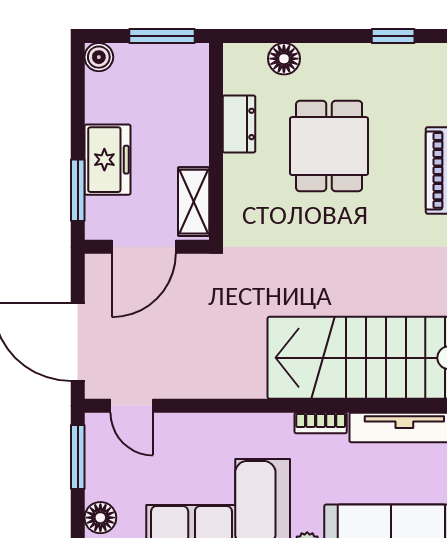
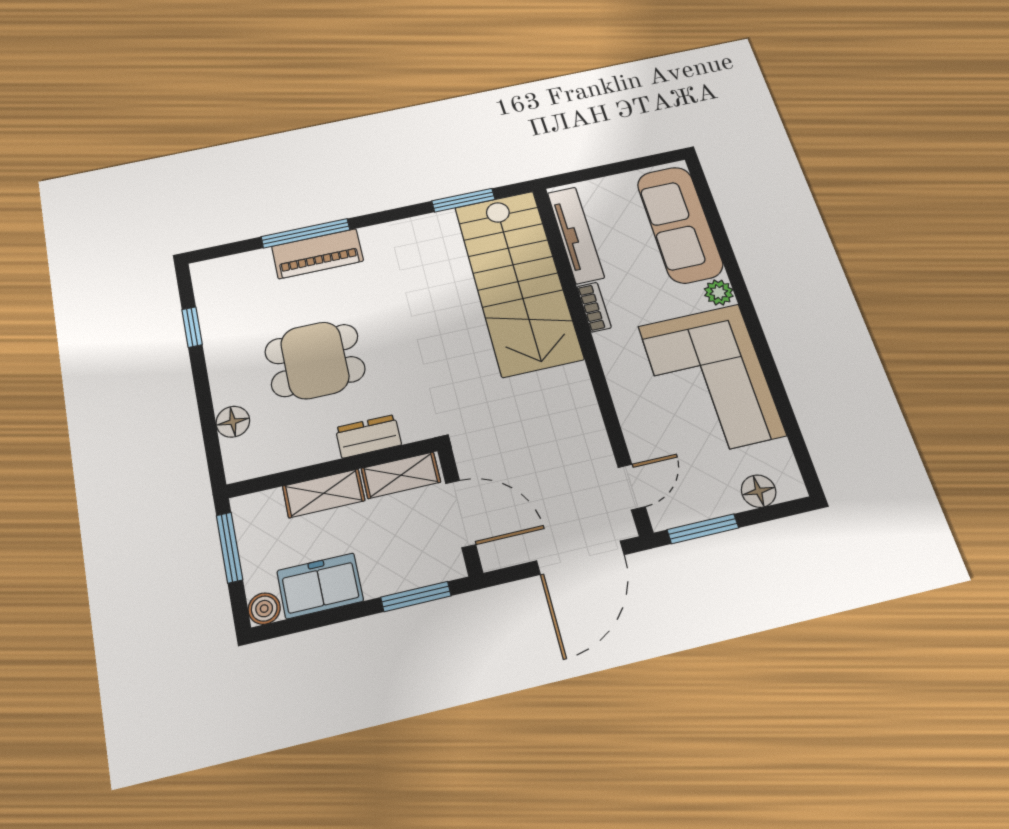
dresser: (239, 124) -> (368, 436), moved
shelving: (193, 129) -> (324, 493), added
freezer: (108, 160) -> (320, 586), moved

